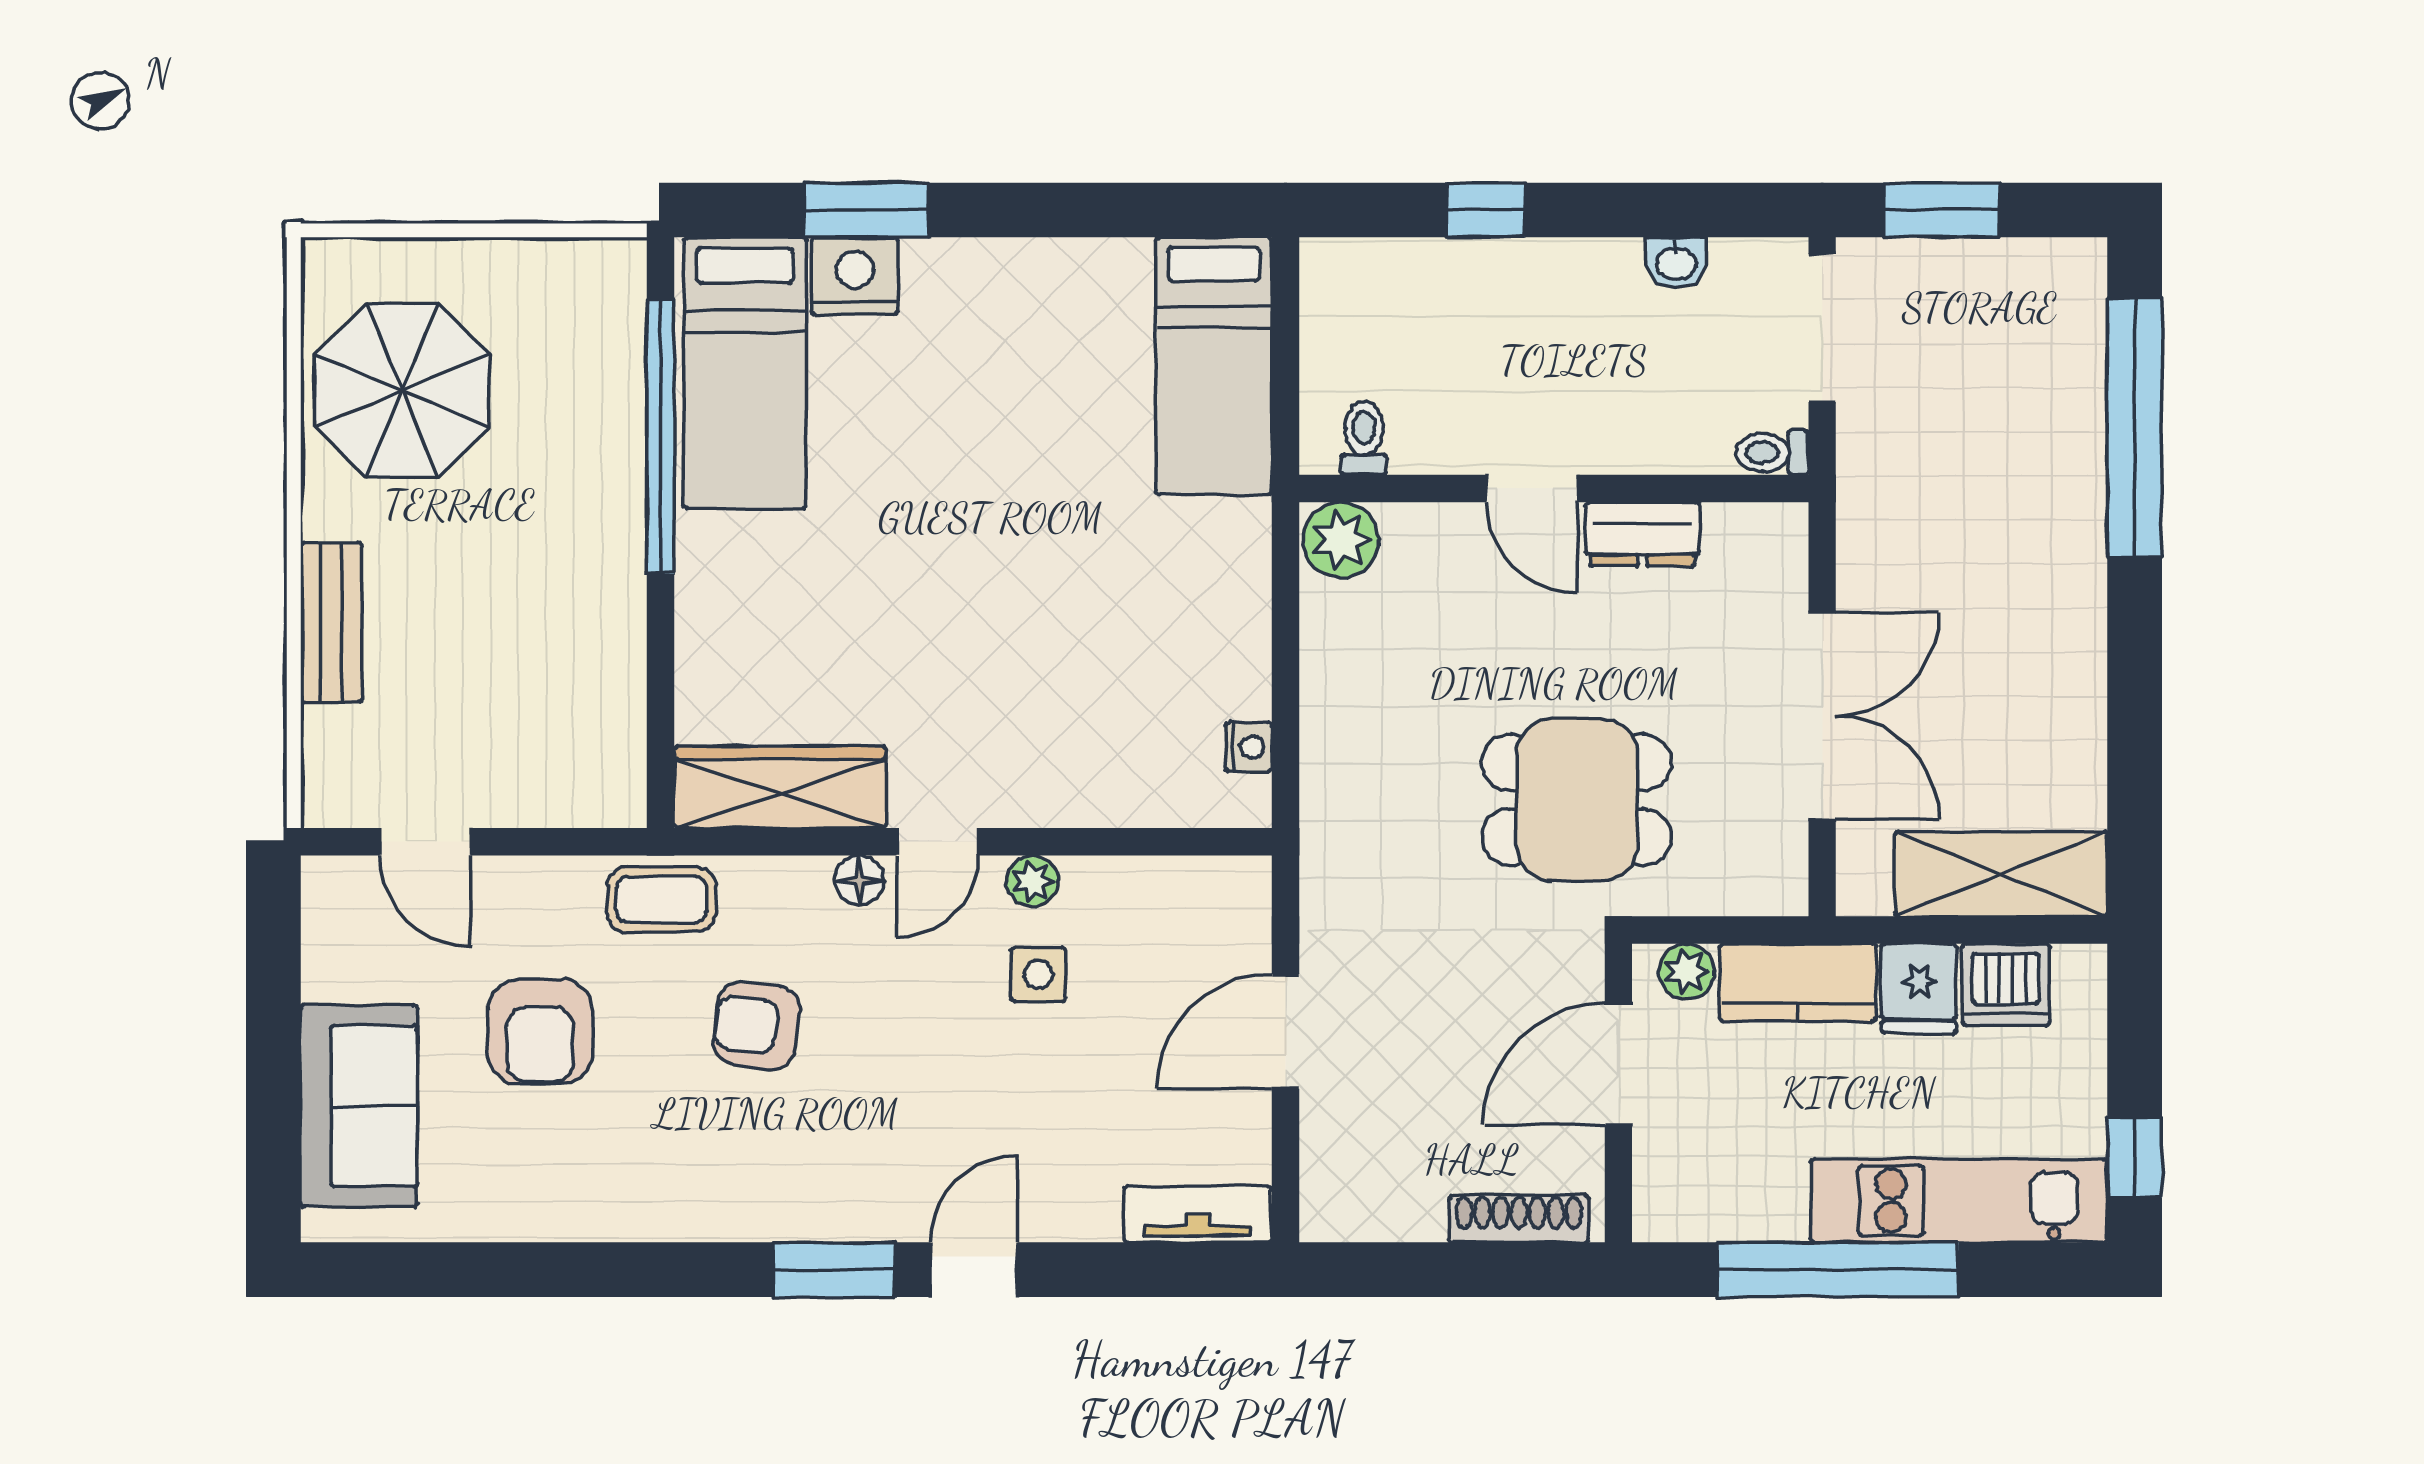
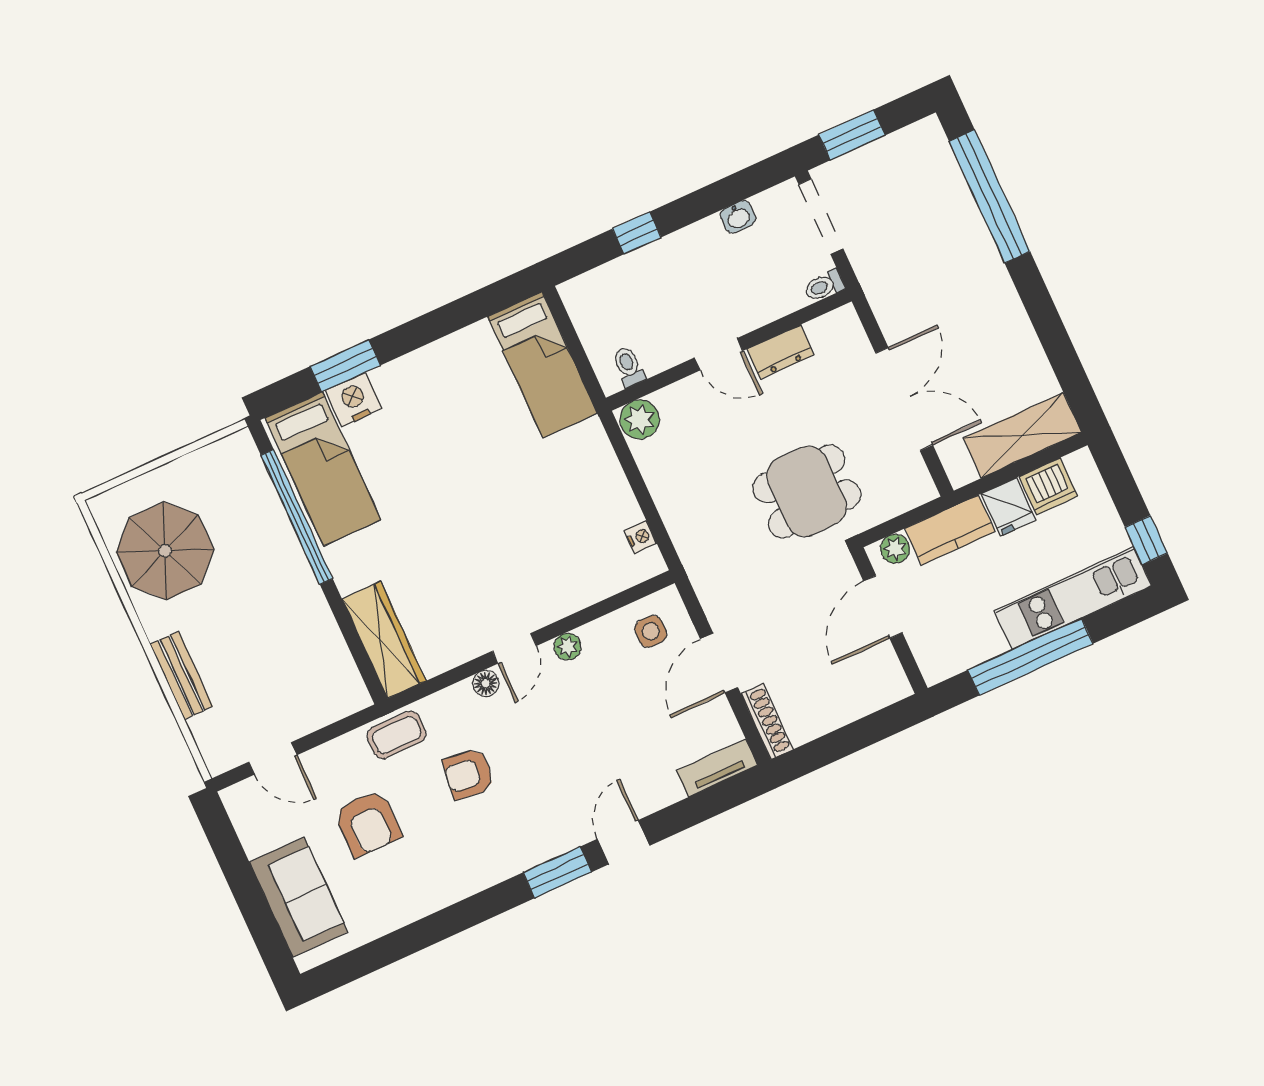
wardrobe: (780, 787) -> (384, 640), moved, turned 90
side table: (1038, 974) -> (651, 631), moved
shoe rack: (1519, 1219) -> (767, 722), moved, turned 90

